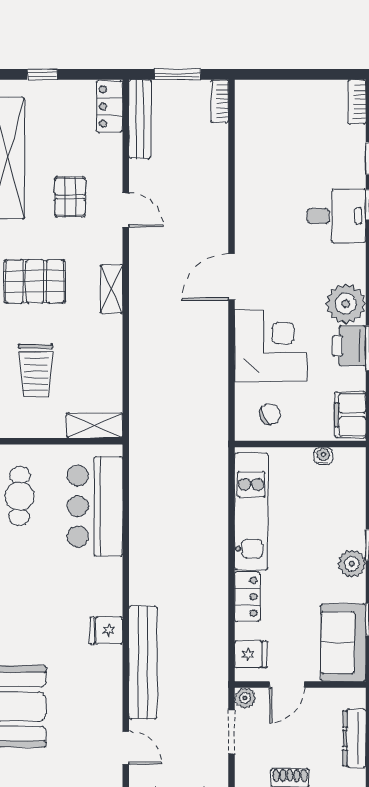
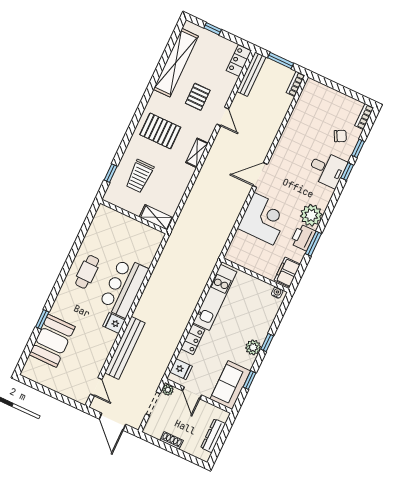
chair: (270, 414) -> (340, 136), moved
water cooler: (323, 456) -> (277, 293), moved
cafe table: (20, 496) -> (87, 272), moved
bar counter: (95, 506) -> (124, 287), moved
door: (287, 685) -> (192, 393), hinge flipped

